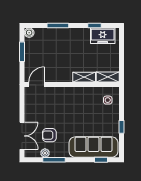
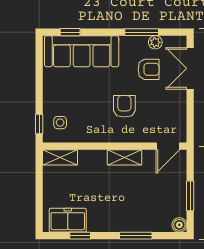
shelving: (84, 77) -> (124, 157), moved
armchair: (65, 111) -> (124, 106), added
window: (121, 127) -> (39, 124), moved

